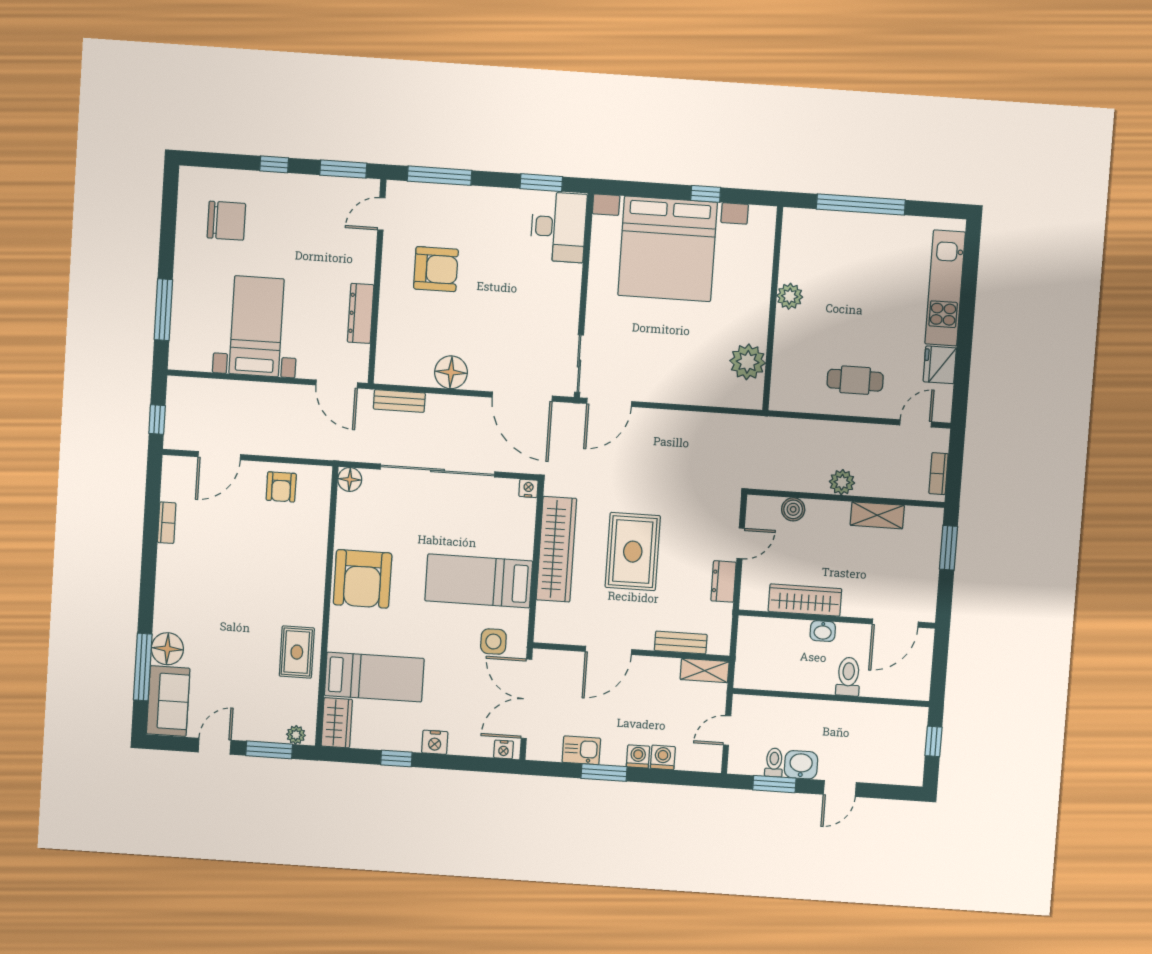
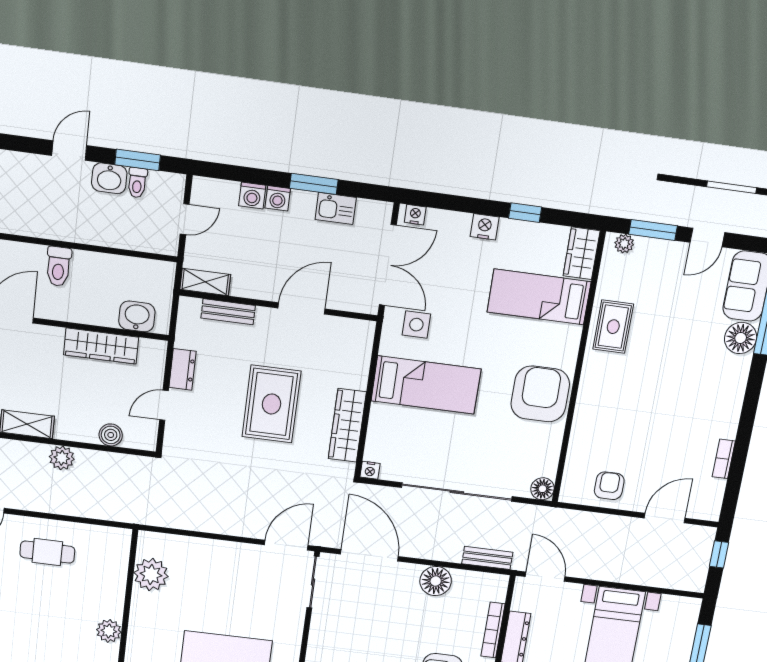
bookcase: (386, 321) -> (493, 630), added
wardrobe: (556, 549) -> (347, 425), width x0.71, depth x0.85
washbasin: (823, 631) -> (137, 316), moved, width x1.38, depth x1.45

